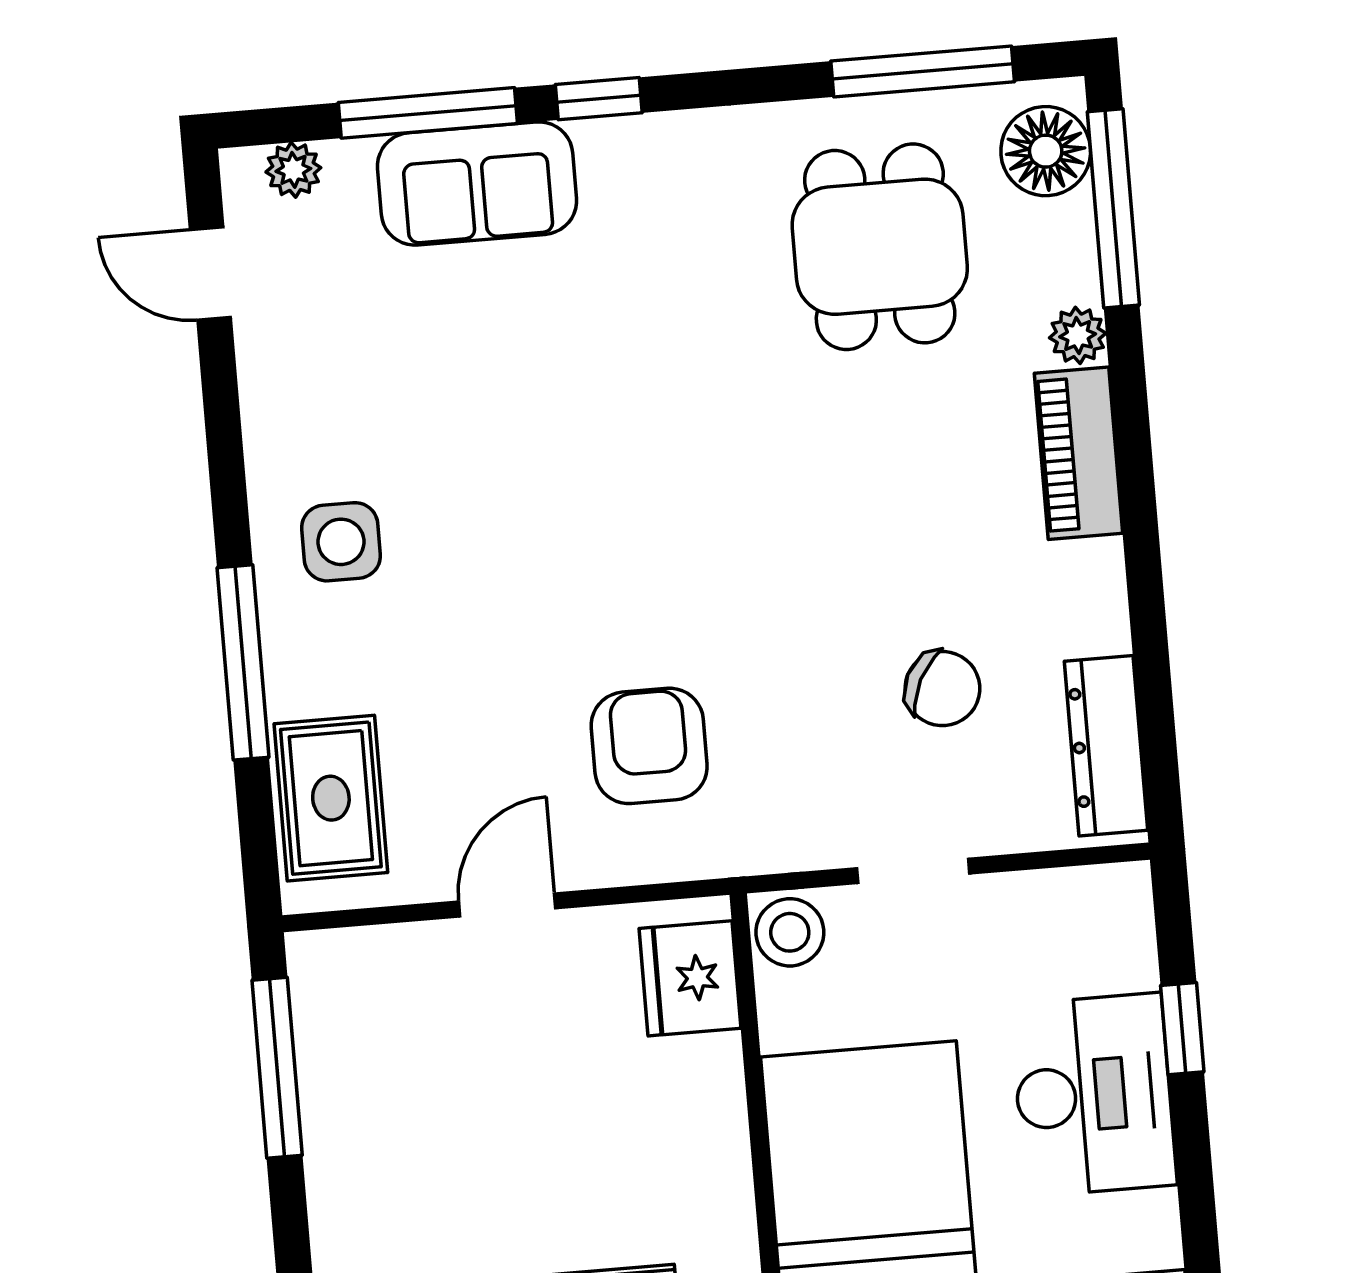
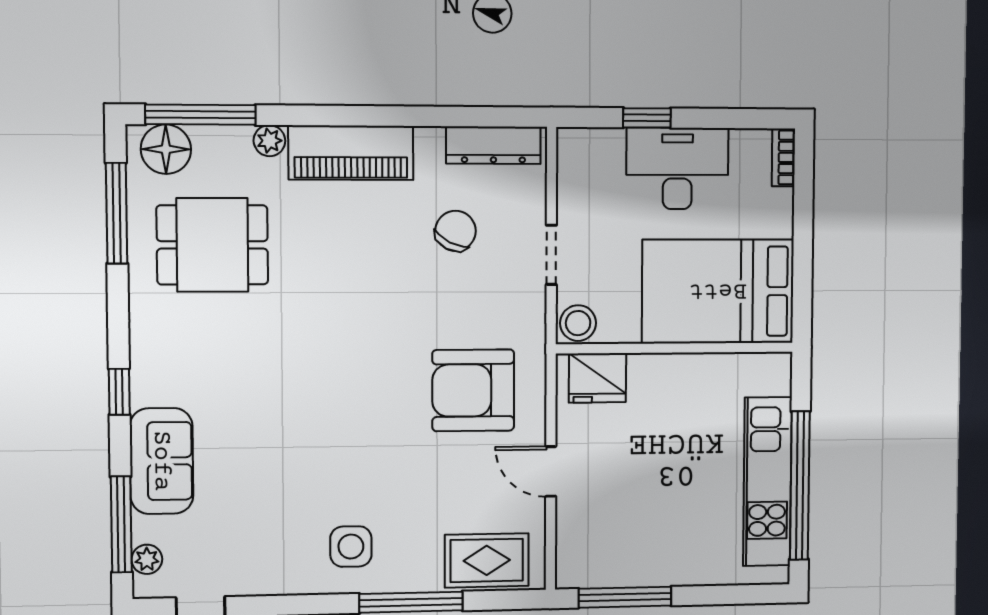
window: (428, 113) -> (121, 524), moved
piano: (1078, 453) -> (351, 153), width x1.37, depth x1.33
armchair: (649, 746) -> (473, 390), width x1.36, depth x1.36

